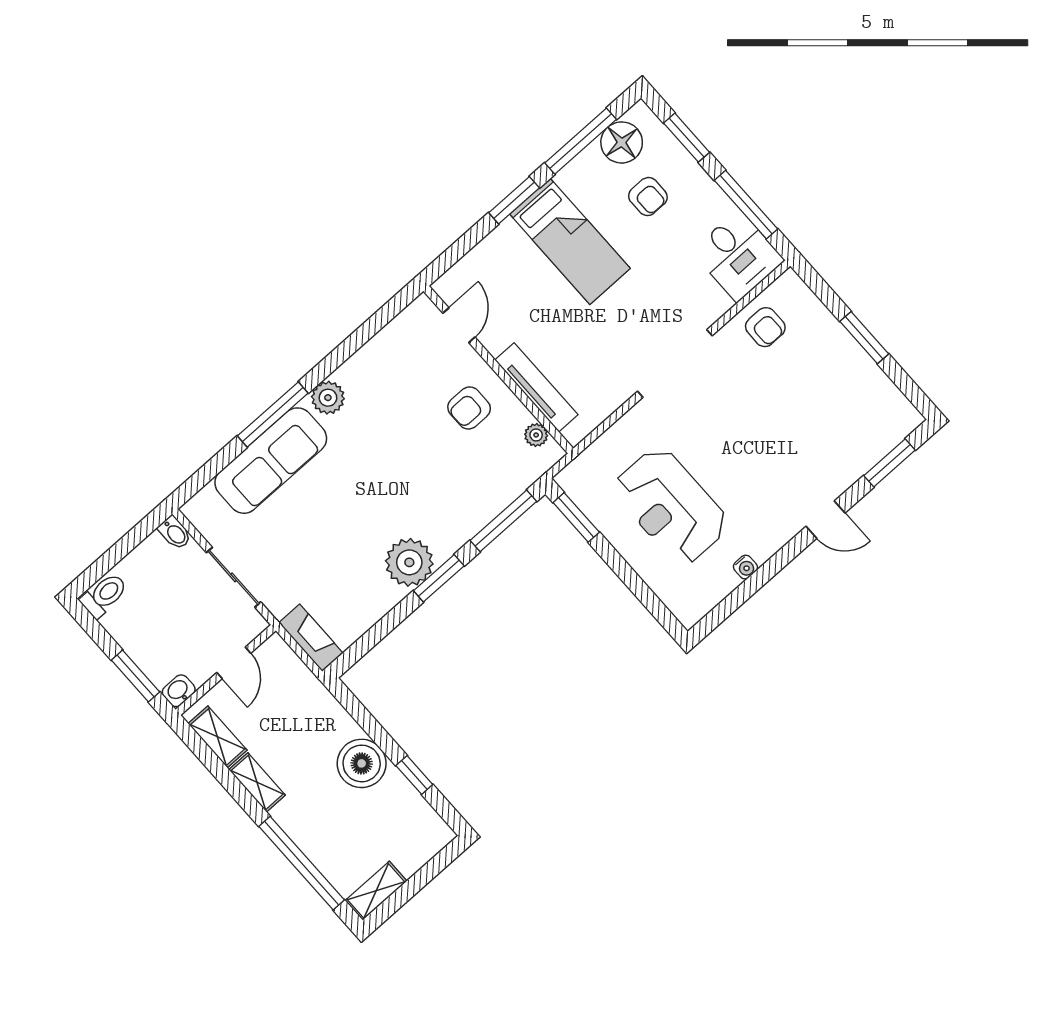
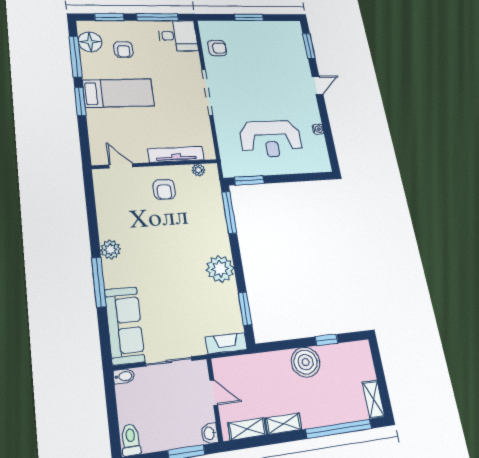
armchair: (648, 197) -> (123, 49), turned 90
sofa: (271, 461) -> (125, 325), moved
window: (439, 578) -> (245, 309), moved

